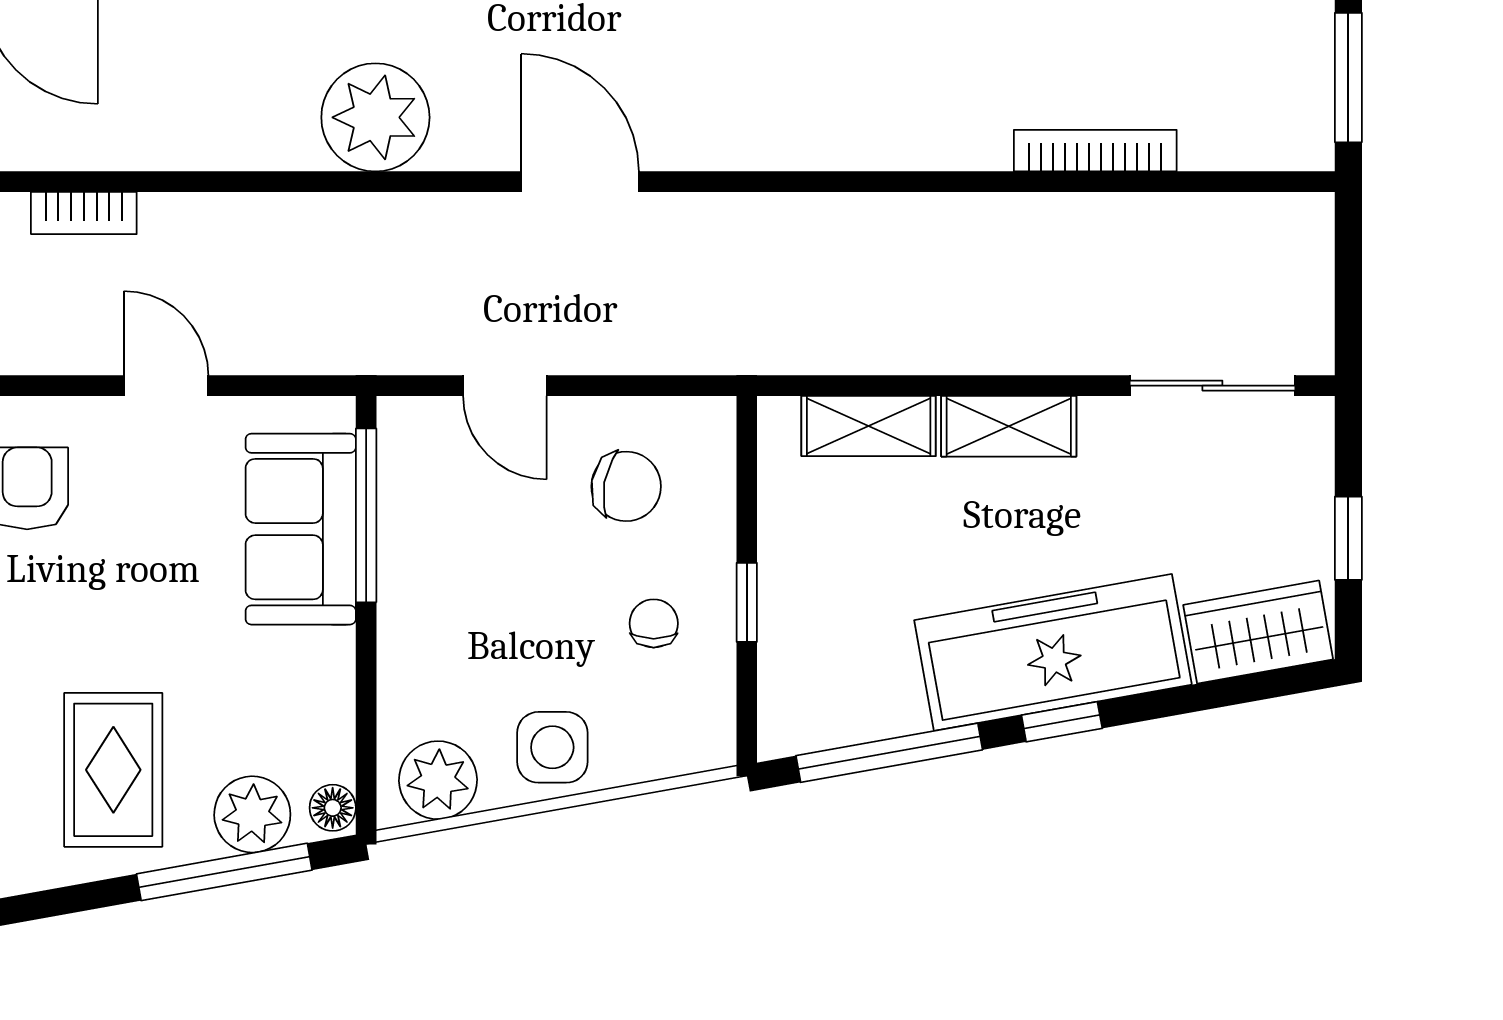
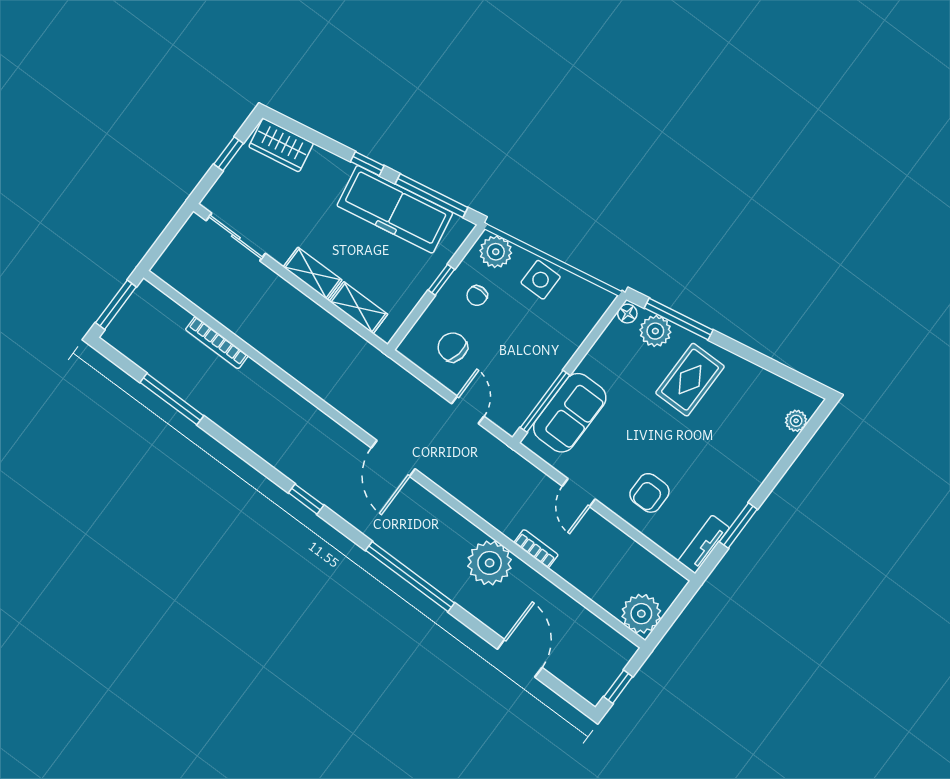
plant: (375, 117) -> (490, 563), moved
bookcase: (84, 213) -> (536, 549), moved
freezer: (1053, 652) -> (395, 209), moved
plant: (438, 780) -> (496, 252), moved

